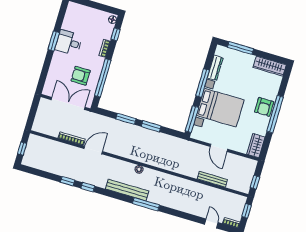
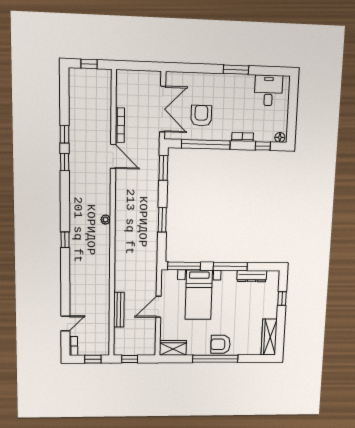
desk: (69, 43) -> (268, 90), moved
window: (240, 48) -> (282, 298), width x0.46
bed with nightstands: (220, 108) -> (199, 295), width x0.73
window: (126, 119) -> (163, 168), moved
bench: (127, 190) -> (76, 212), removed
window: (146, 204) -> (65, 240), width x0.46

